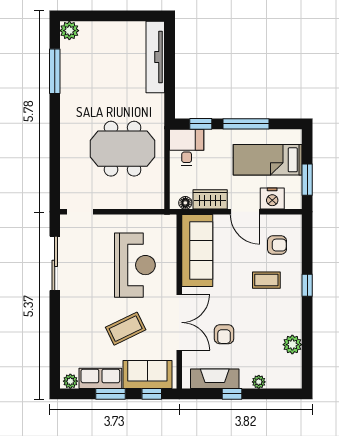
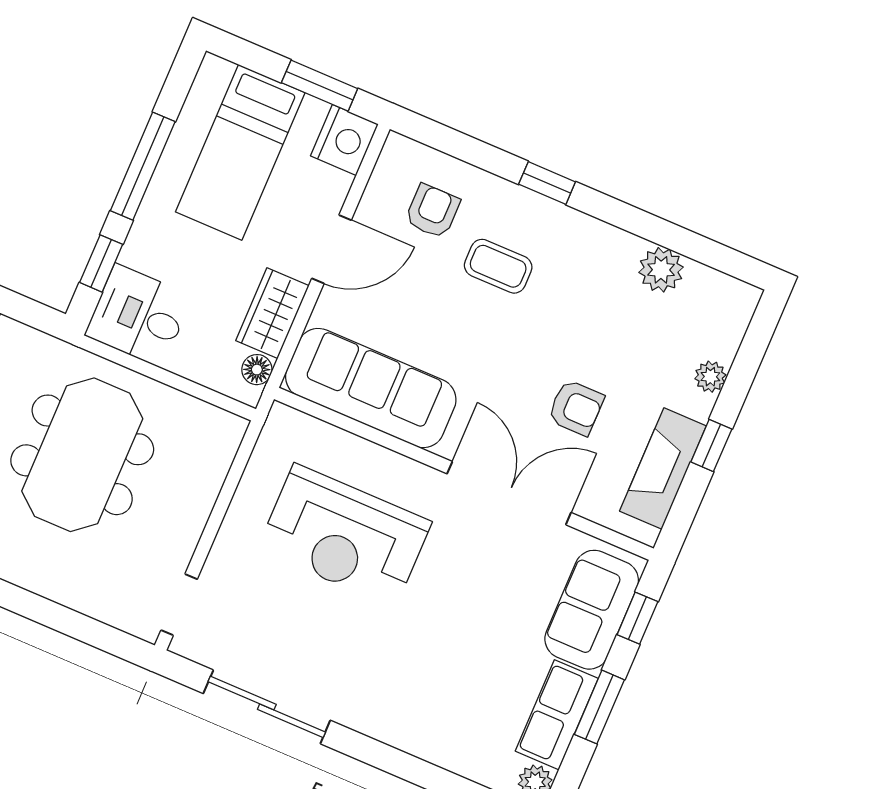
nightstand: (272, 199) -> (344, 140), moved
reception desk: (135, 265) -> (344, 536), turned 180
coffee table: (266, 280) -> (498, 266), turned 90
coffee table: (126, 329) -> (473, 614), removed

